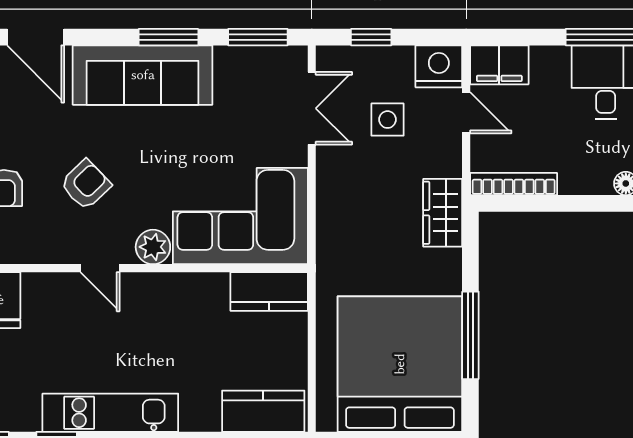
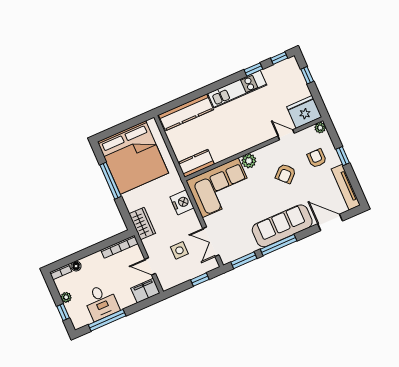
window: (168, 37) -> (279, 245), width x1.44
nightstand: (439, 66) -> (182, 202), moved, turned -90
door: (100, 268) -> (286, 135), moved
kitchen counter: (263, 411) -> (186, 112), width x1.50

